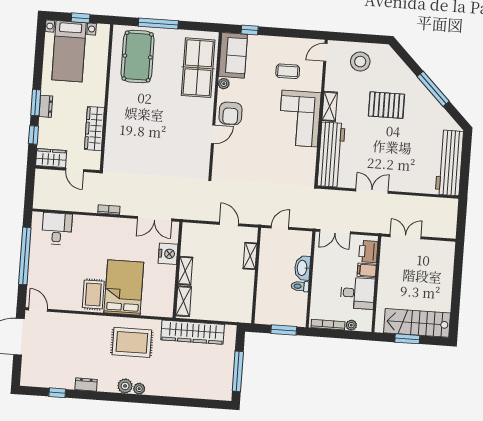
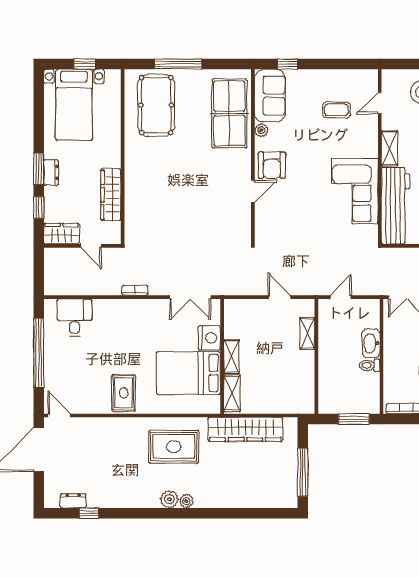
door: (325, 52) -> (380, 103), moved
corner sofa: (300, 119) -> (355, 191), moved
bed: (124, 287) -> (188, 373), moved, turned -90
dresser: (86, 385) -> (73, 501), moved

